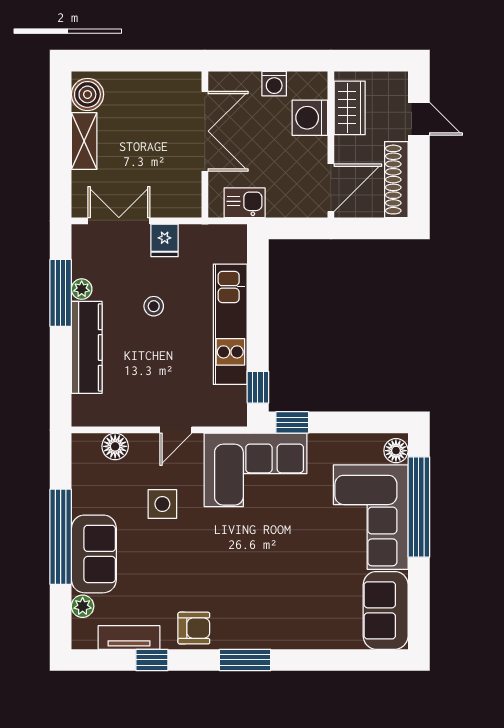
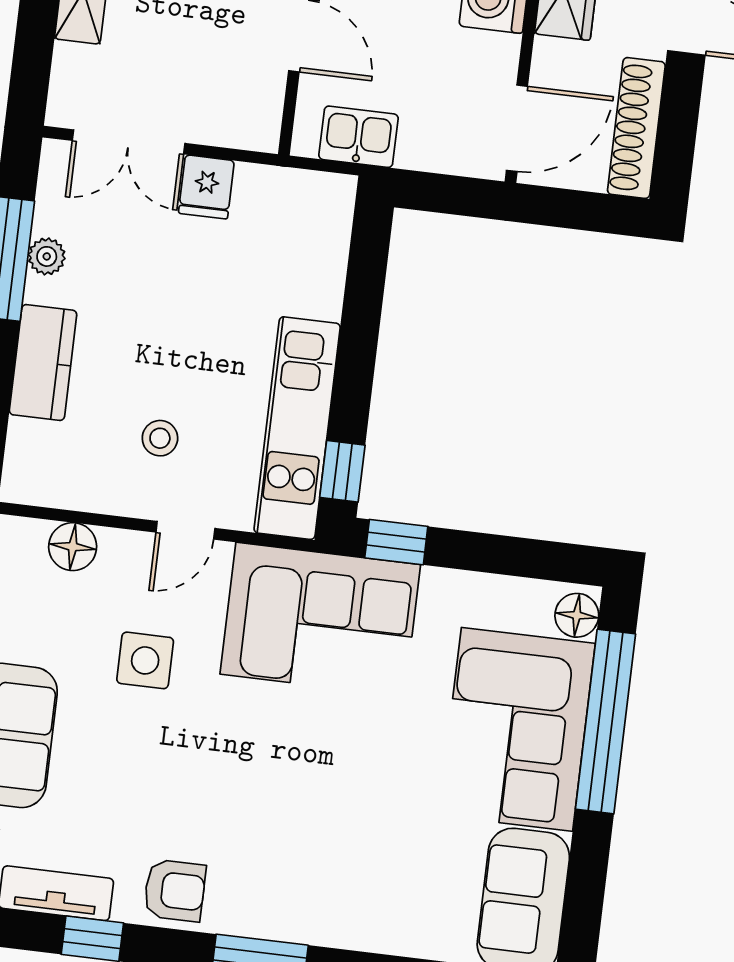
double door: (119, 221) -> (129, 142), swing flipped
stool: (154, 306) -> (160, 438), moved
kitchen unit: (230, 324) -> (297, 428), moved
kitchen counter: (87, 347) -> (43, 363), width x0.67

